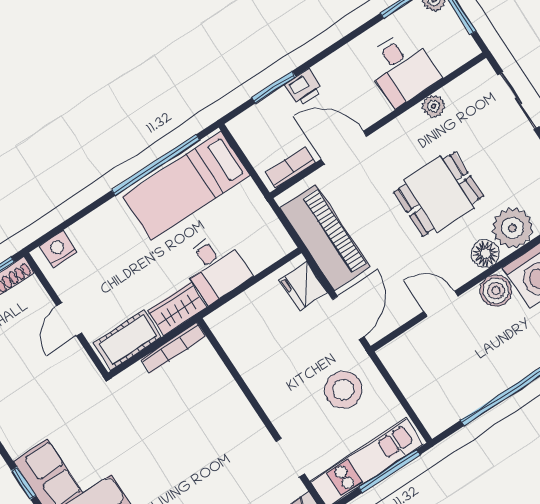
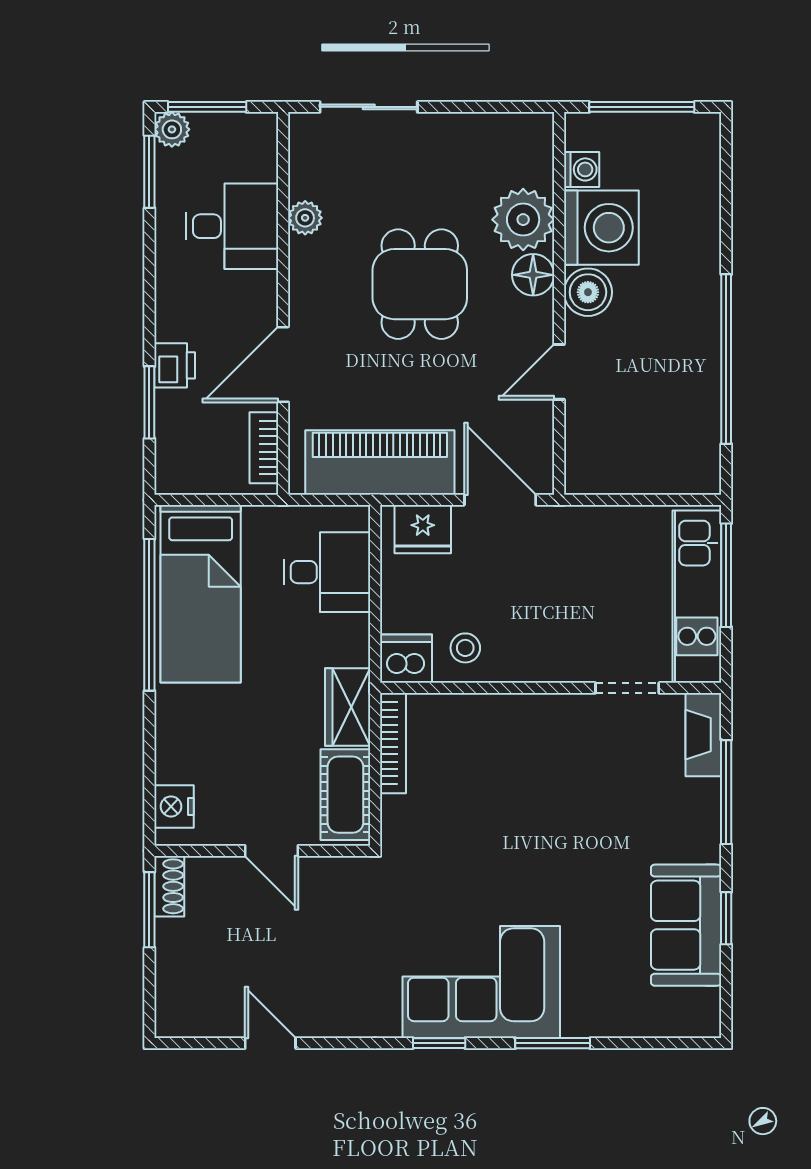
desk: (215, 267) -> (327, 572), moved
dishwasher: (225, 324) -> (406, 659), added
stool: (343, 390) -> (465, 648), moved, width x0.53, depth x0.53

